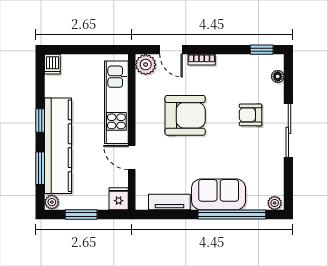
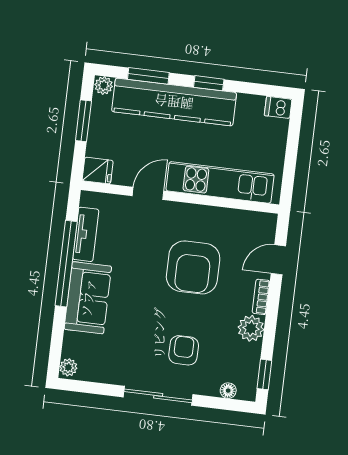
plant: (146, 65) -> (251, 328), moved
window: (232, 214) -> (66, 264), moved

